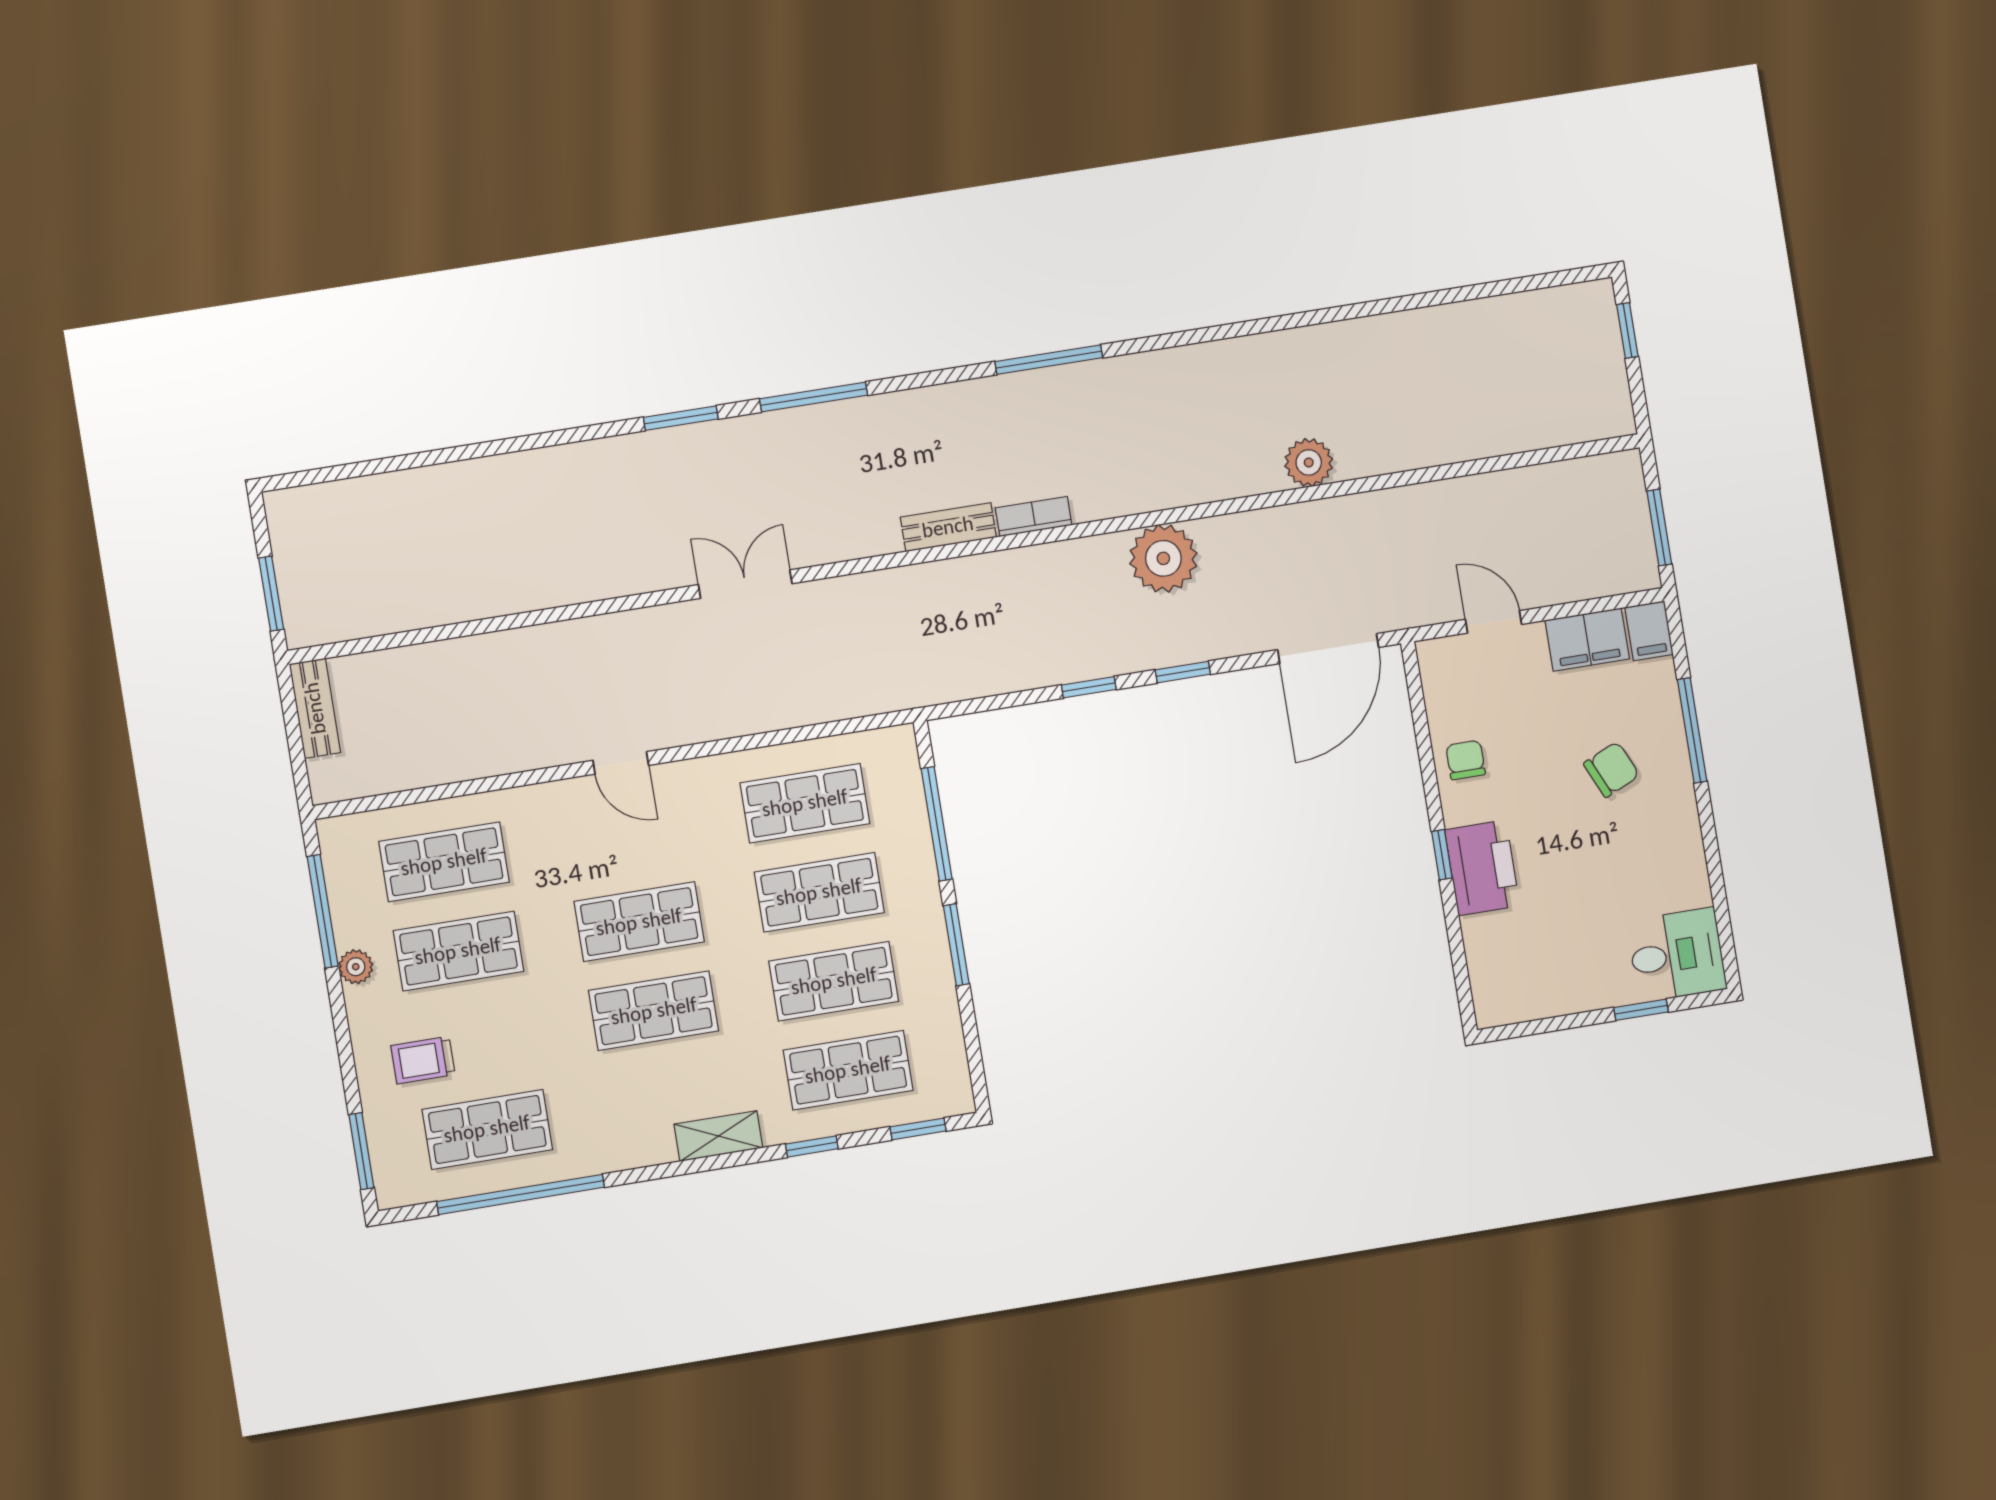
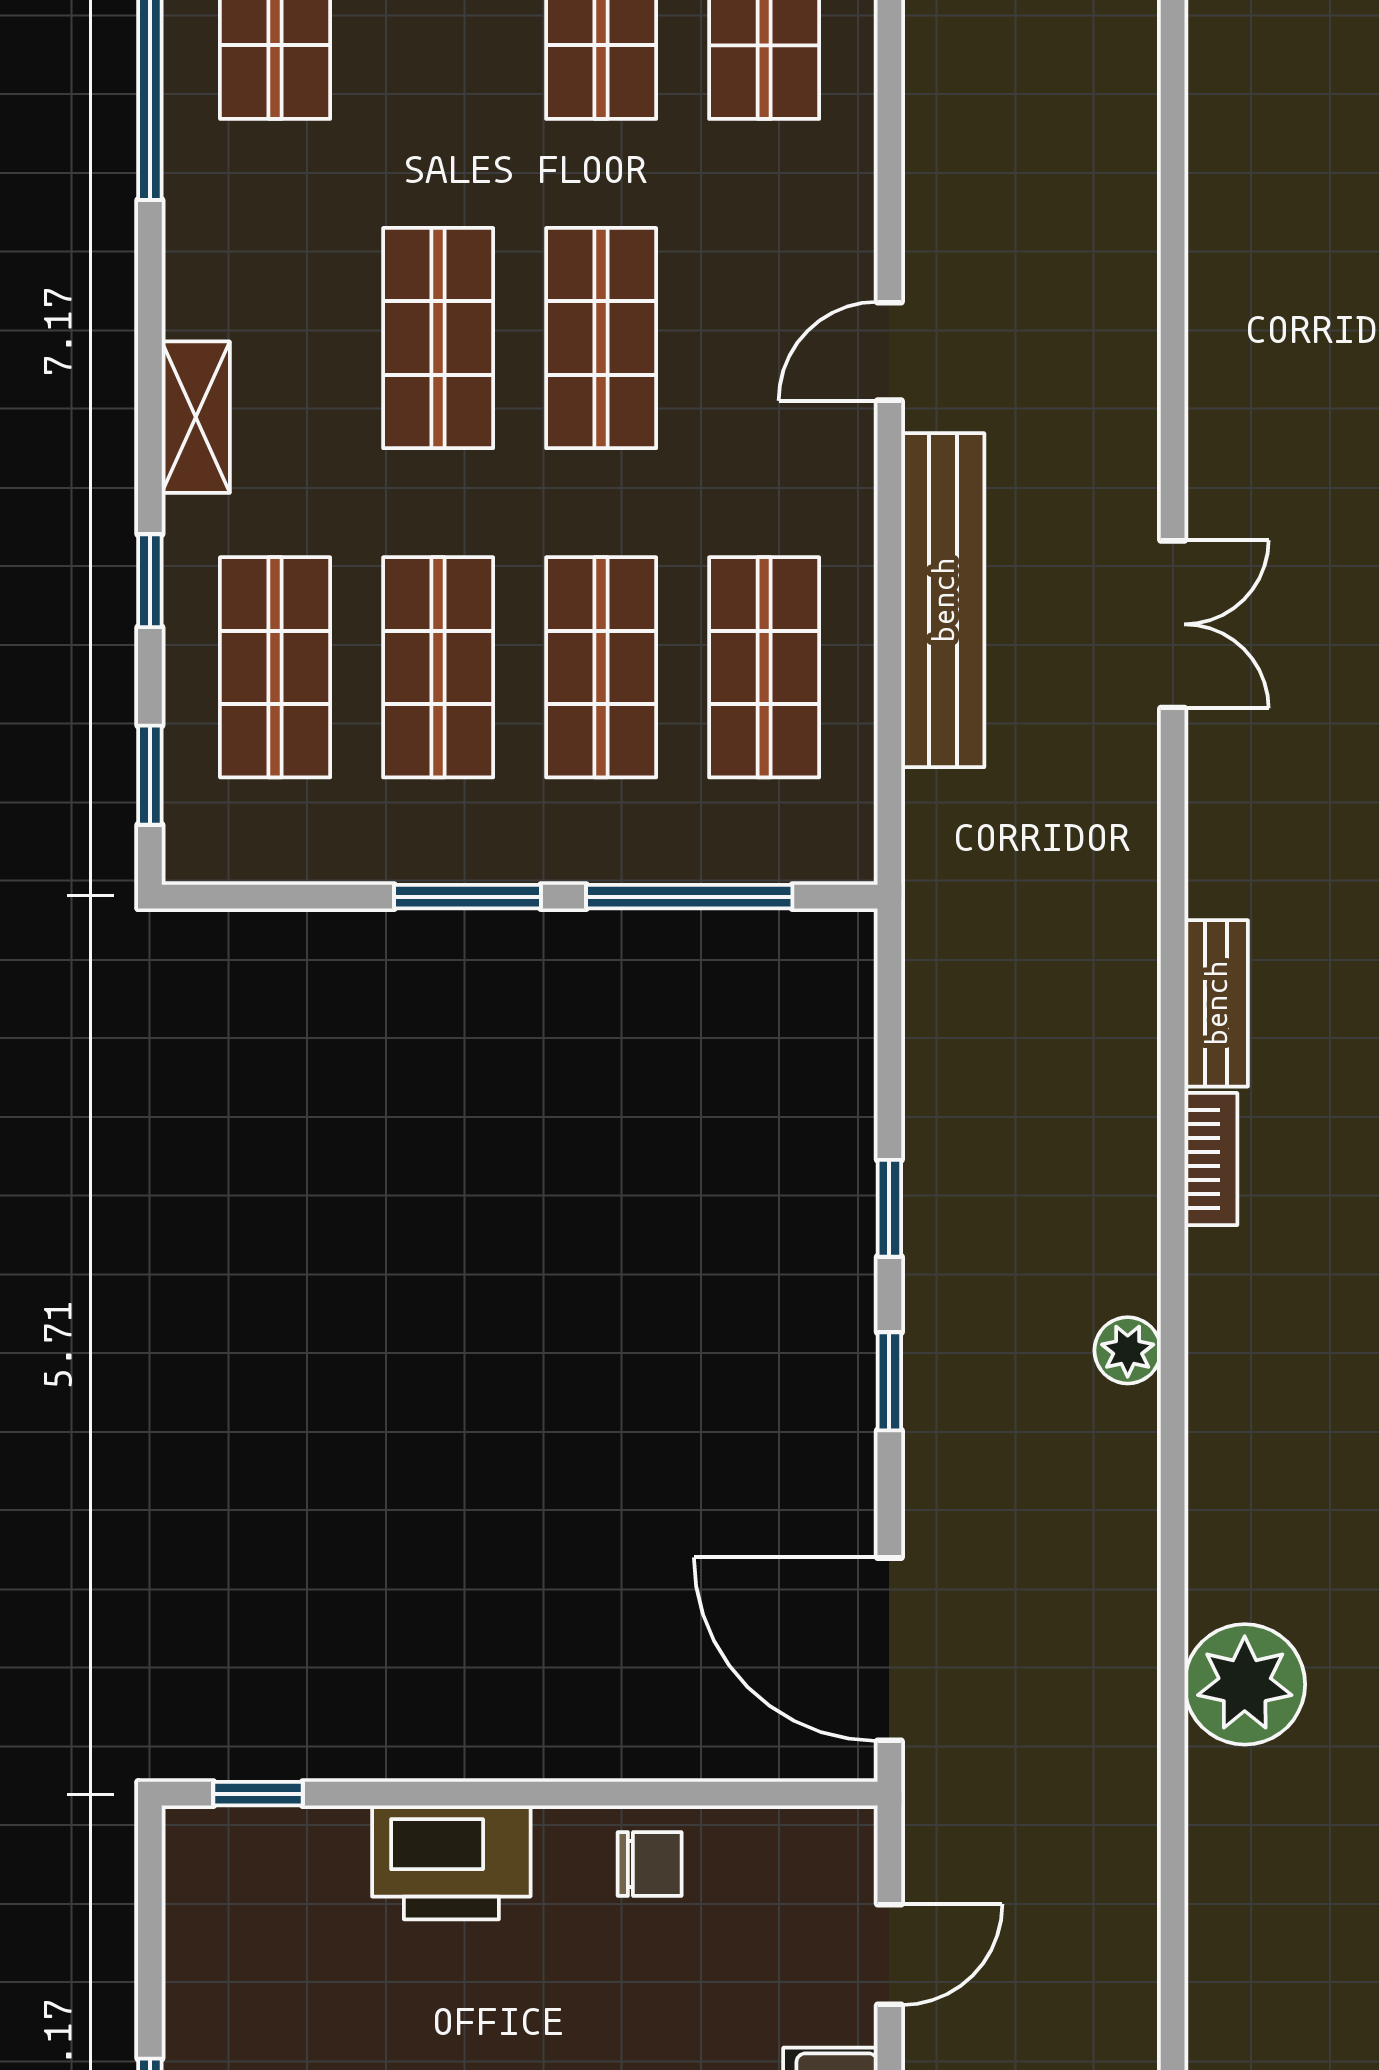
plant: (1309, 462) -> (1245, 1684), width x1.36, depth x1.36
plant: (1163, 558) -> (1128, 1350), width x0.53, depth x0.53
bench: (752, 712) -> (943, 600), added
window: (1442, 855) -> (258, 1794), moved

